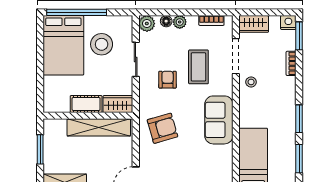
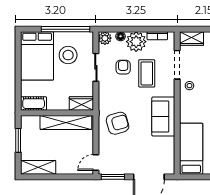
window: (77, 12) -> (66, 29), moved
plant: (180, 22) -> (136, 42), width x1.88, depth x1.88
armchair: (168, 80) -> (123, 67), moved
cot: (86, 104) -> (34, 104), moved

